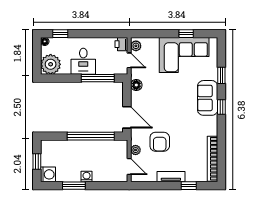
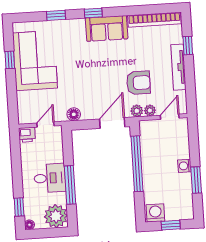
plant: (136, 46) -> (137, 111), moved
window: (98, 78) -> (70, 185), moved
sofa: (208, 98) -> (107, 28), moved
washing machine: (48, 174) -> (155, 213), moved
tv unit: (171, 177) -> (178, 67), width x1.41

